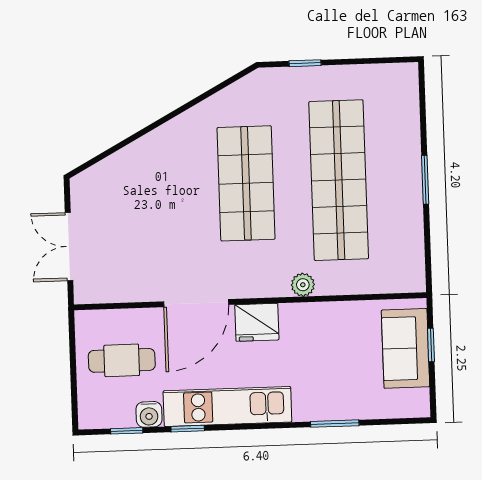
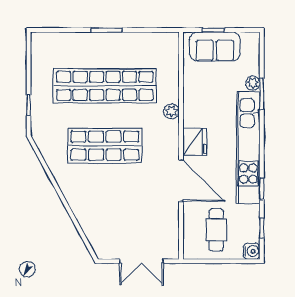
kitchen unit: (227, 406) -> (248, 148), width x1.36
plant: (351, 409) -> (253, 83), added
water cooler: (149, 414) -> (252, 251), moved

